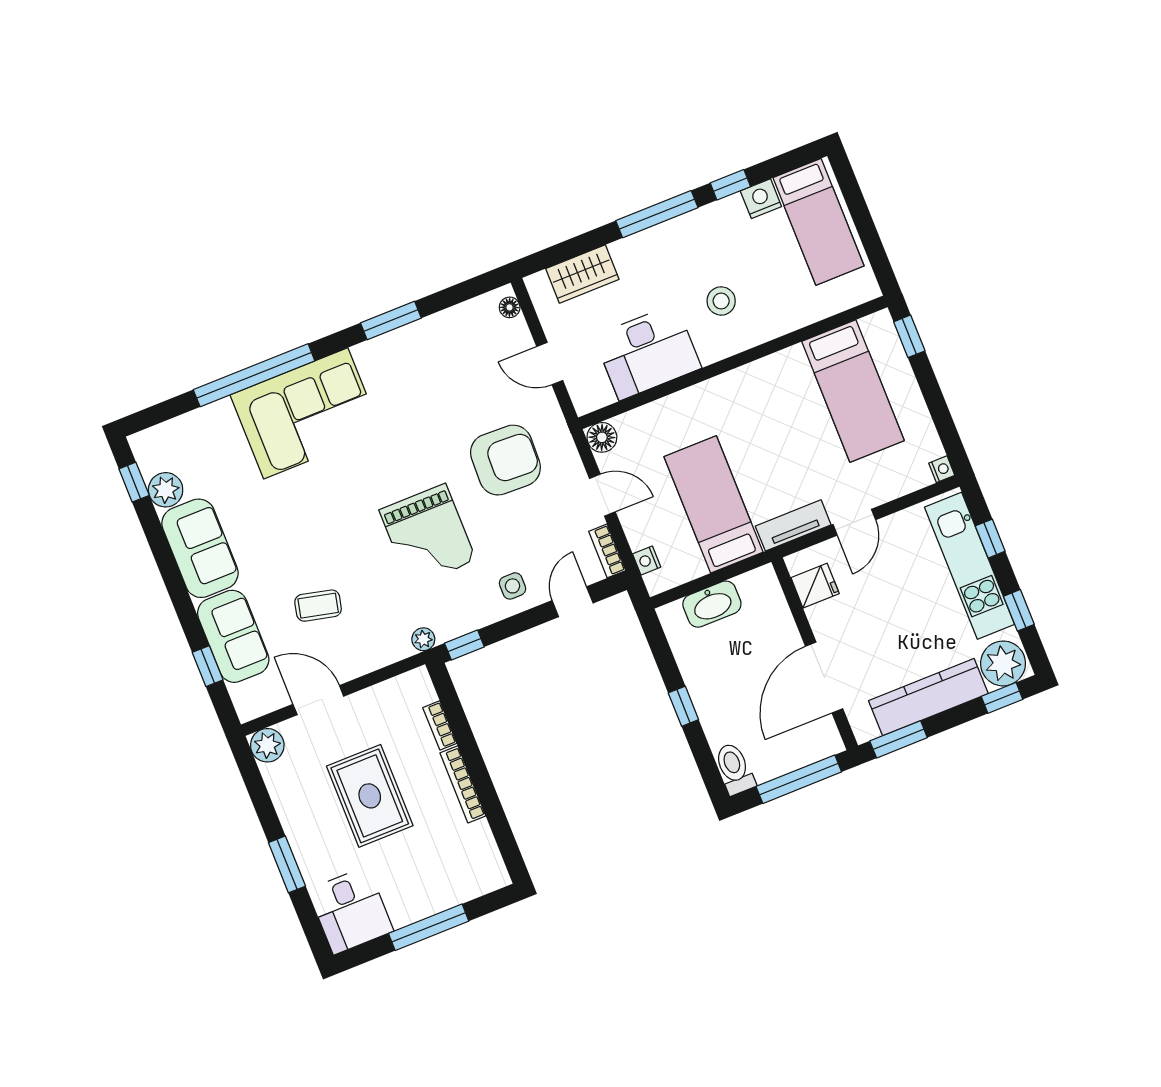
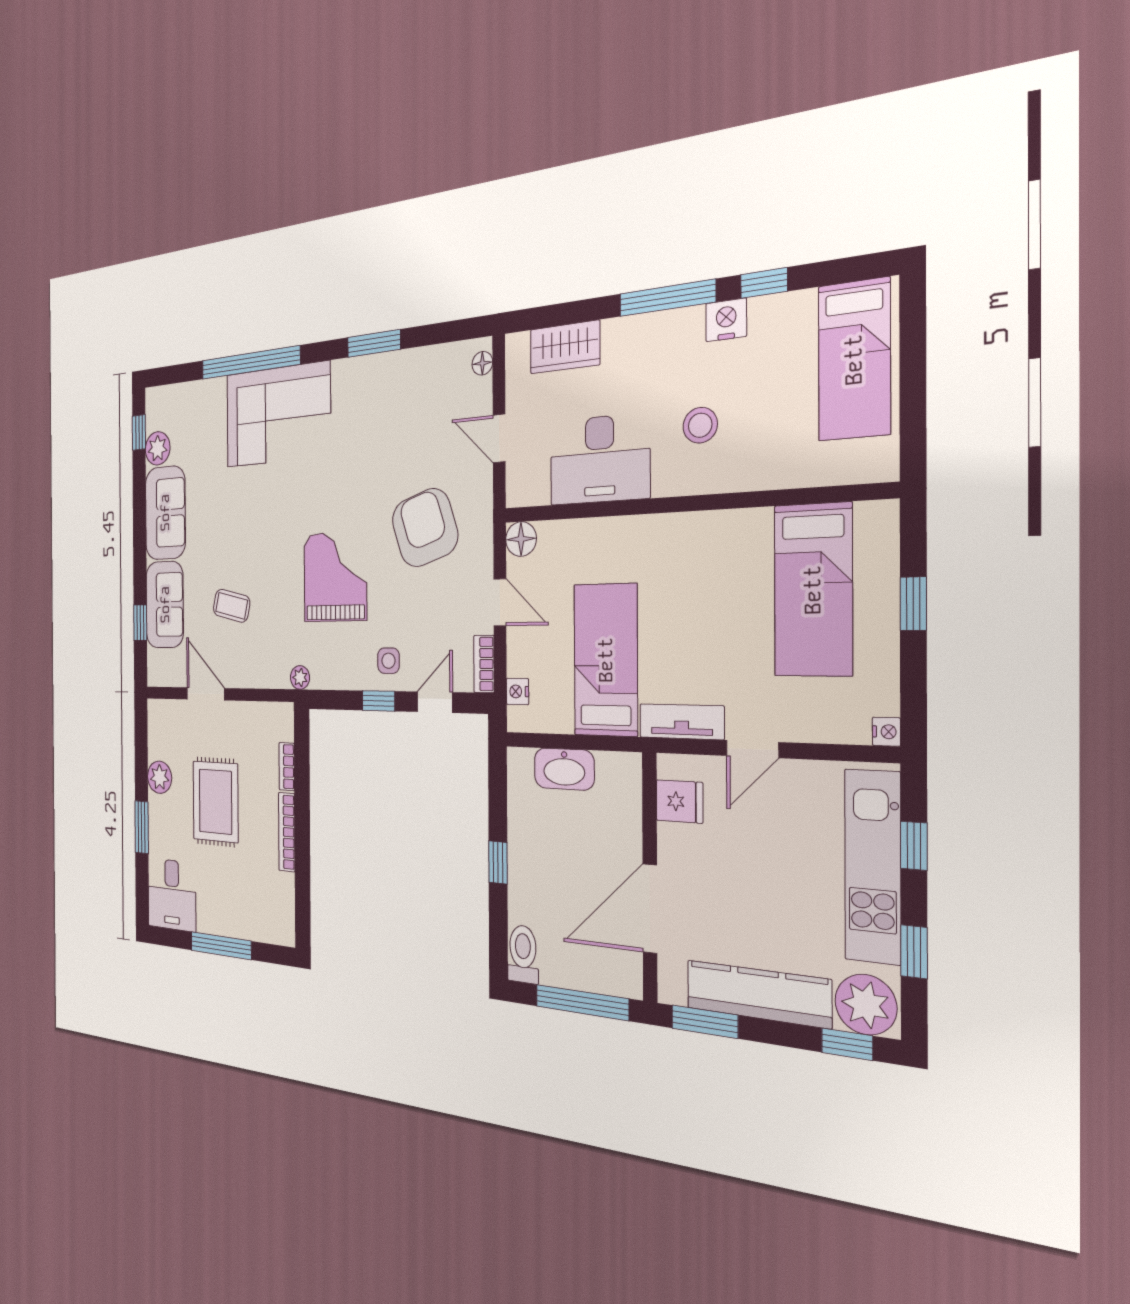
nightstand: (761, 199) -> (726, 320), moved
window: (909, 336) -> (913, 604), moved
armchair: (505, 460) -> (425, 528), turned -110
grand piano: (428, 535) -> (335, 577), turned 180
window: (464, 645) -> (378, 701), moved
plant: (267, 745) -> (160, 777), moved

